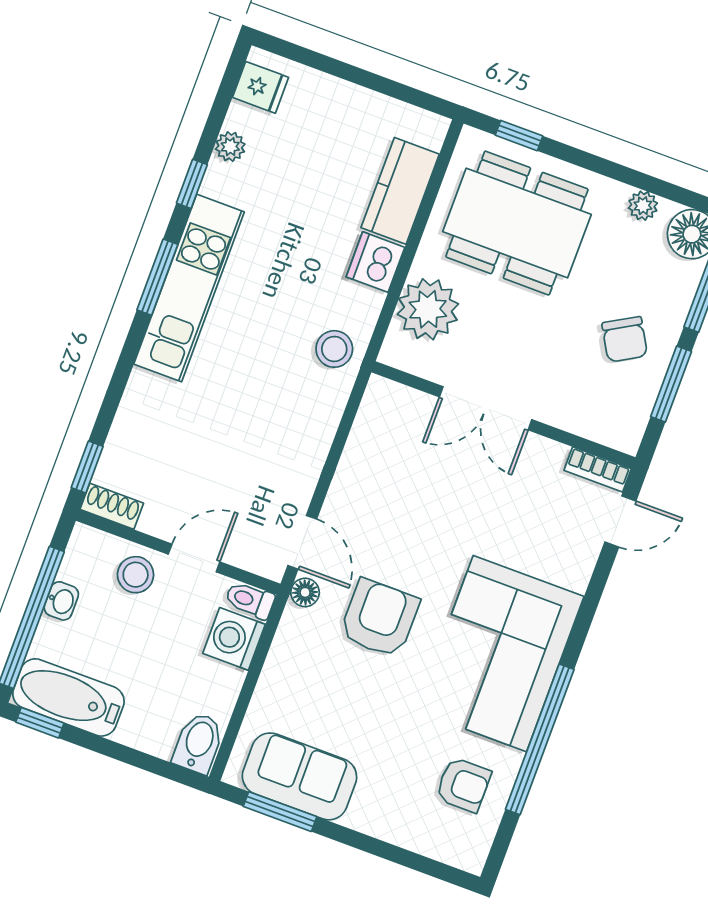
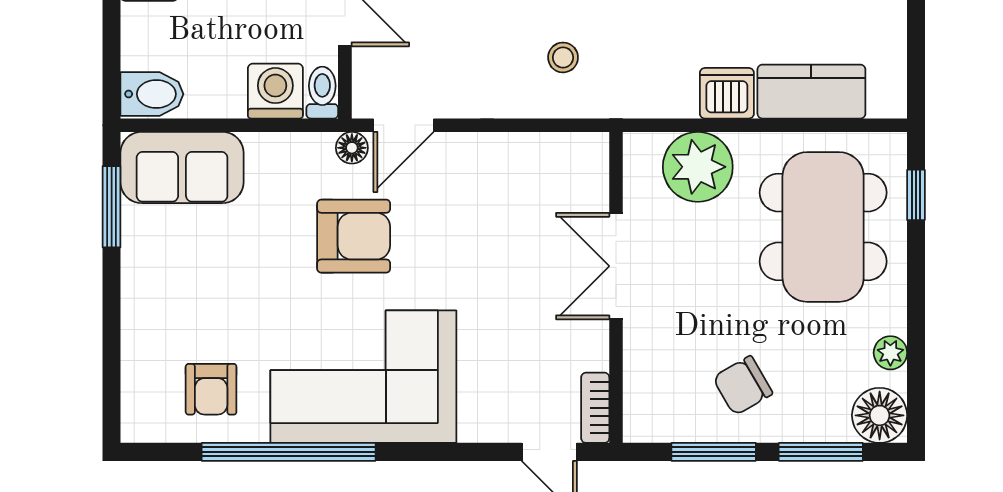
stool: (334, 349) -> (563, 57), moved, width x0.73, depth x0.73
sofa: (299, 776) -> (182, 168), moved, turned 90

